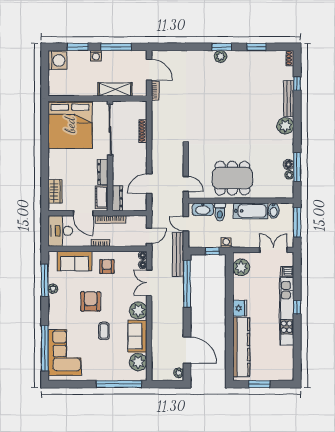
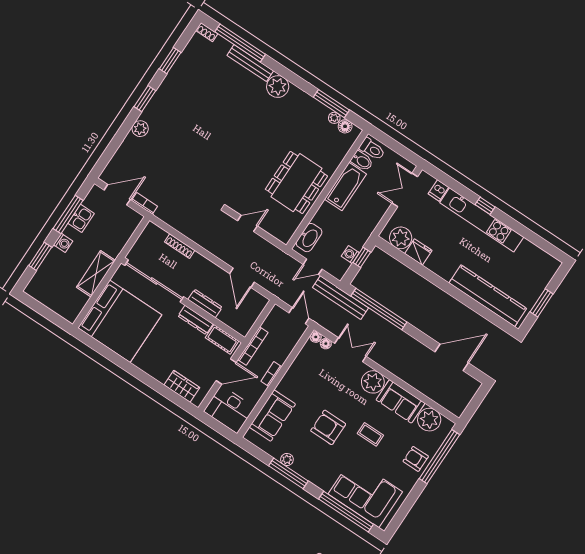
plant: (221, 56) -> (140, 129), moved
kitchen sink: (119, 57) -> (81, 218), added
washing machine: (57, 60) -> (40, 288), removed
window: (297, 84) -> (240, 43), width x3.17
shelving: (115, 89) -> (96, 274), moved
floor lamp: (288, 164) -> (345, 126), moved
door: (186, 184) -> (247, 223), moved
dresser: (117, 198) -> (205, 303), moved
toilet: (220, 212) -> (372, 149), moved
window: (297, 222) -> (392, 144), removed
washing machine: (226, 243) -> (350, 255), moved
armchair: (107, 266) -> (416, 459), moved
window: (45, 280) -> (288, 473), moved
double door: (149, 283) -> (350, 350), swing flipped
fridge: (240, 308) -> (418, 252), moved
plant: (179, 373) -> (470, 383), removed

